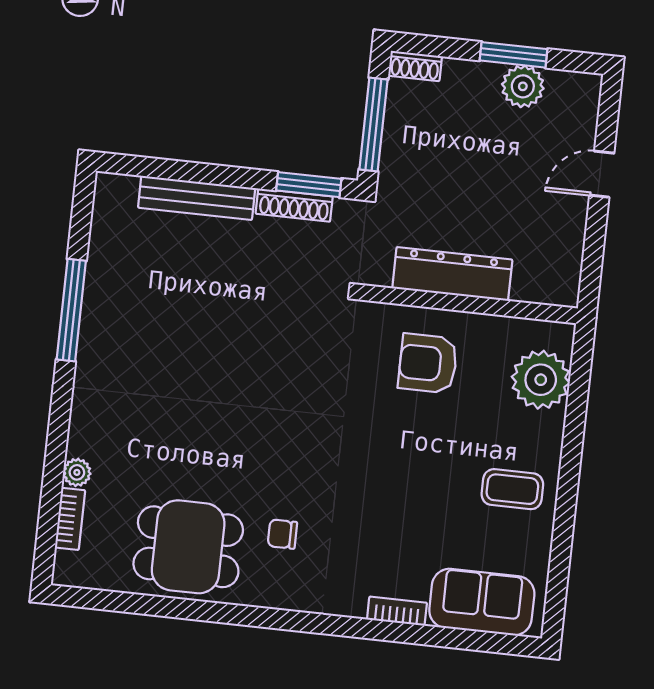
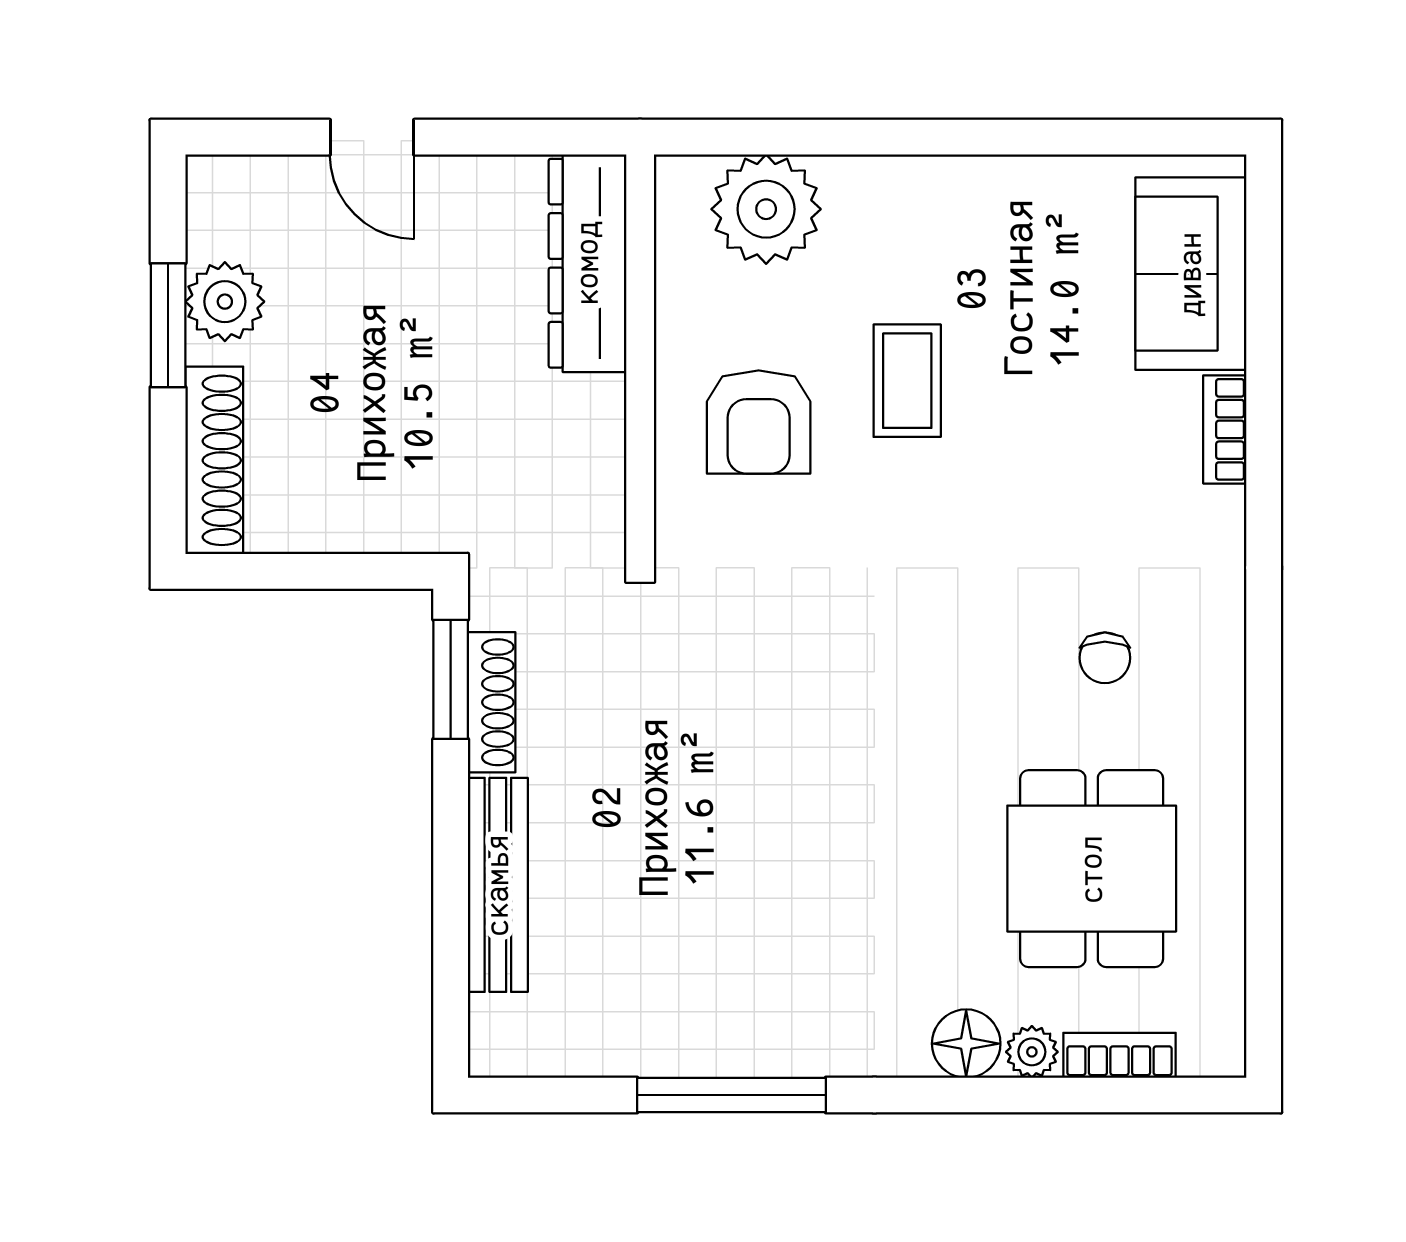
shoe rack: (415, 66) -> (214, 460), width x1.94, depth x1.24
window: (373, 124) -> (326, 571), removed
dresser: (452, 274) -> (588, 263), moved
floor lamp: (85, 438) -> (966, 1044), added
coffee table: (512, 489) -> (907, 381), moved
dining table: (188, 547) -> (1092, 869), moved

